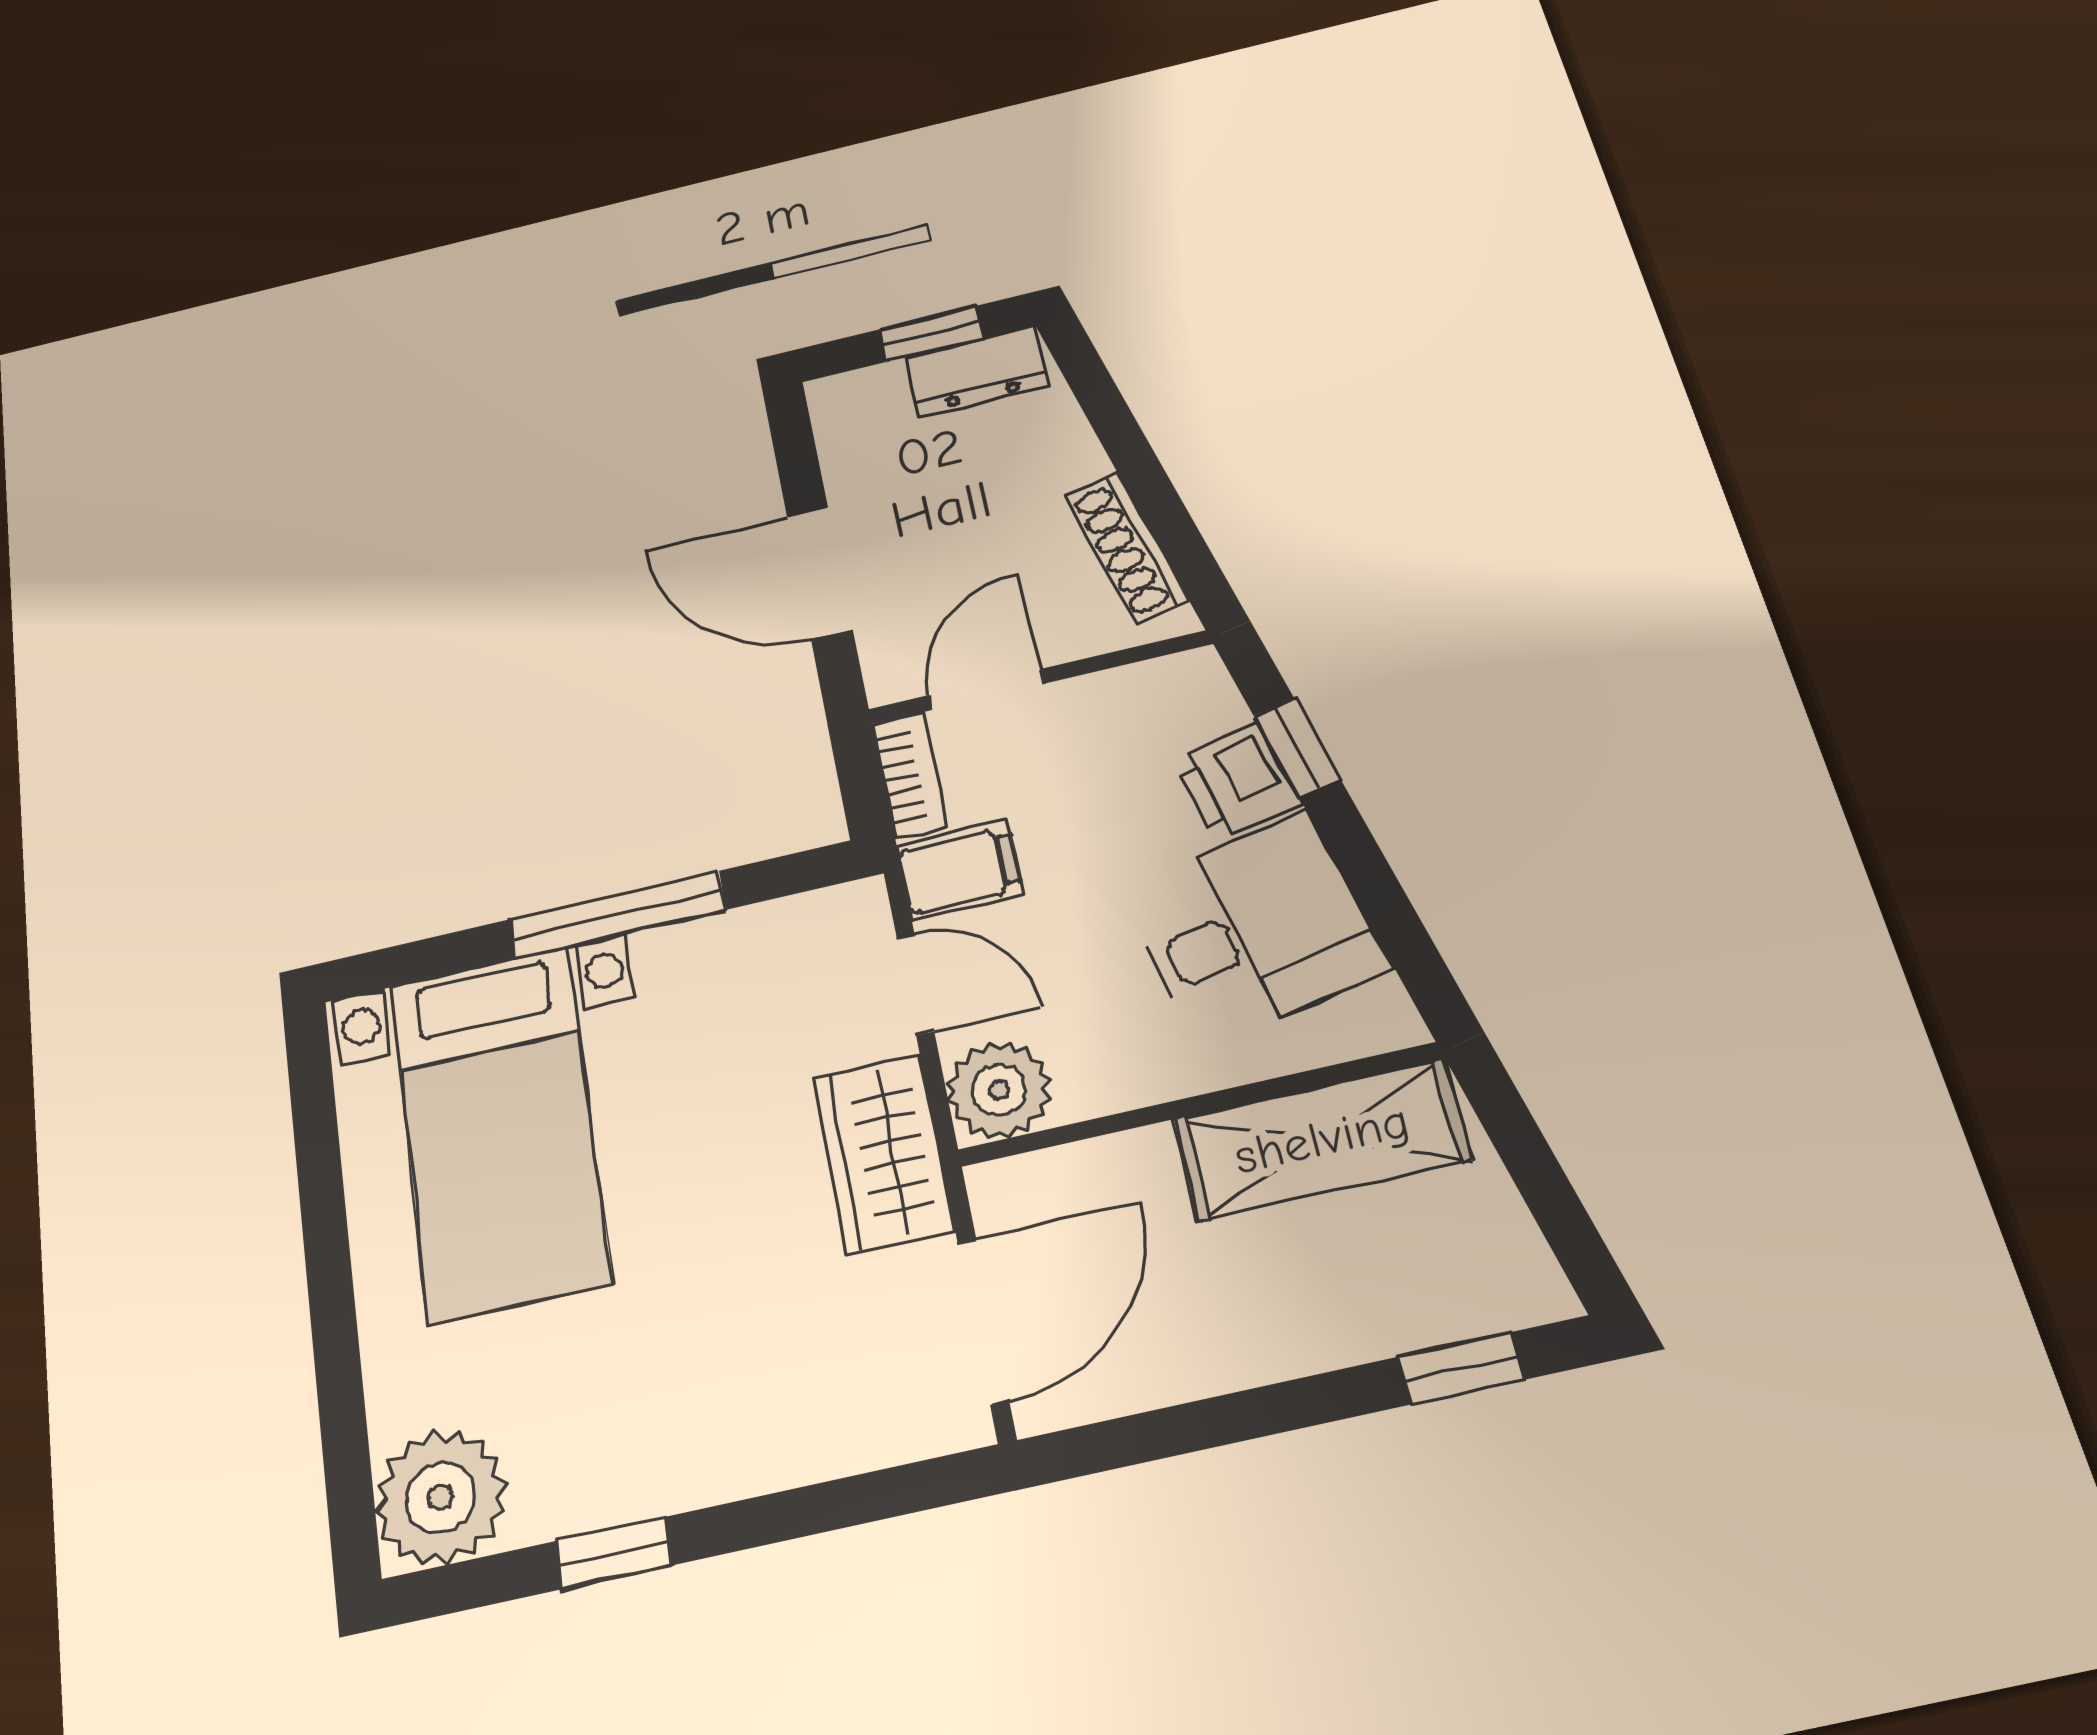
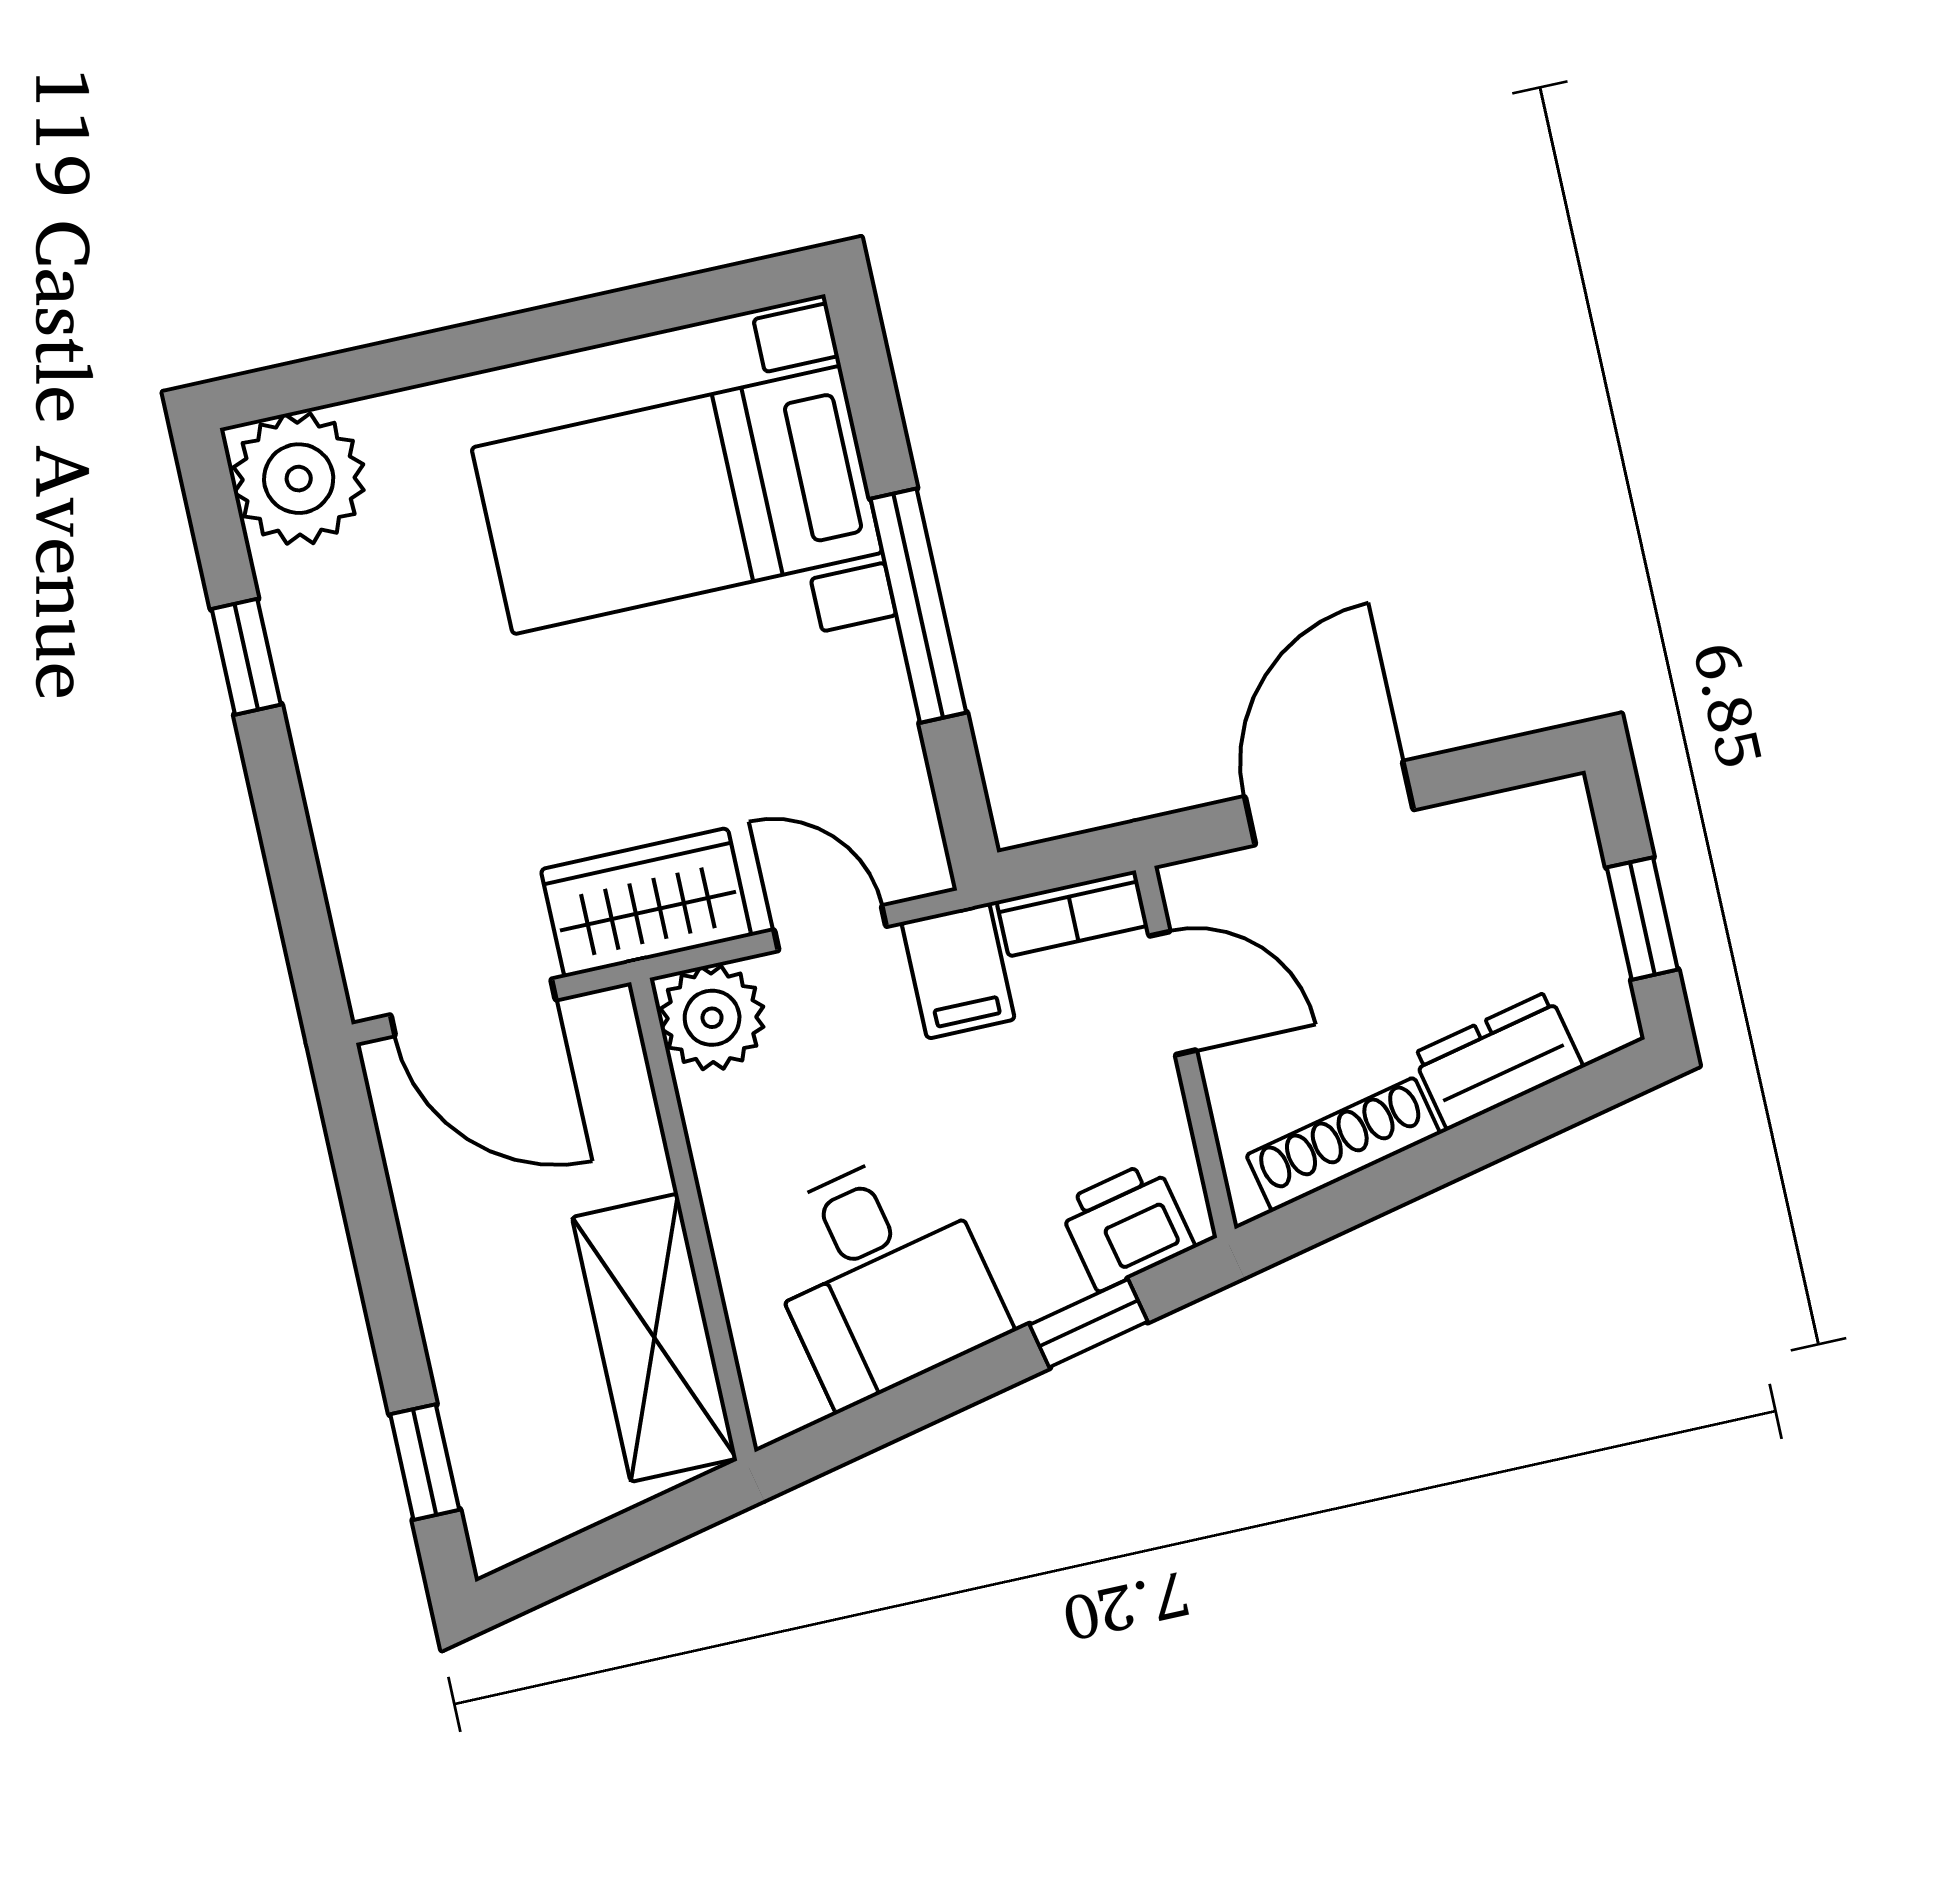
dresser: (977, 371) -> (1498, 1061), moved, turned 78
printer: (1237, 782) -> (1126, 1226), moved
door: (915, 984) -> (830, 928), swing flipped

